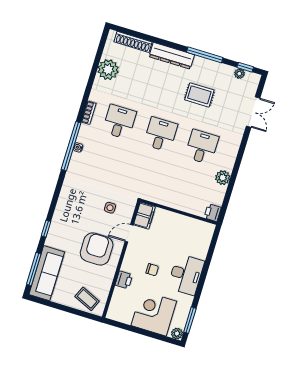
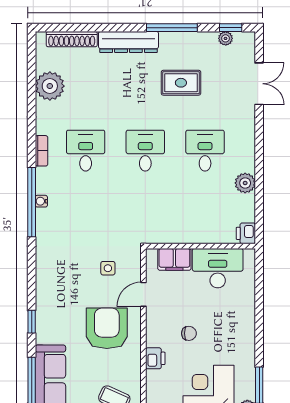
filing cabinet: (144, 216) -> (174, 259), moved, turned 90
desk: (186, 275) -> (218, 268), moved, turned -90

